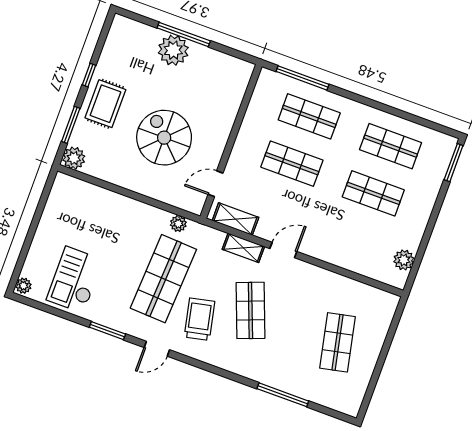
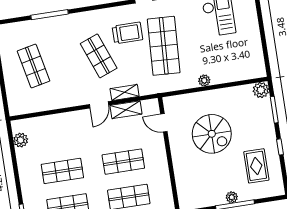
plant: (173, 50) -> (232, 197), width x0.53, depth x0.53
rug: (105, 104) -> (256, 166), moved
door: (216, 184) -> (164, 123), swing flipped
shelving: (235, 219) -> (126, 110), moved
plant: (178, 224) -> (204, 80), moved
trolley: (199, 319) -> (127, 33), turned -78

